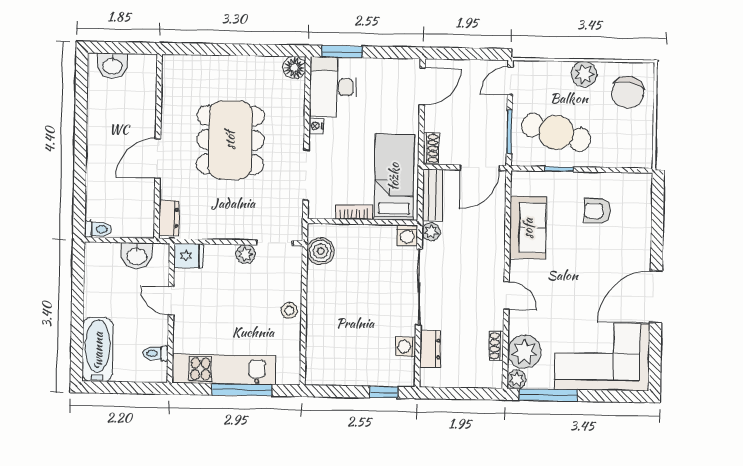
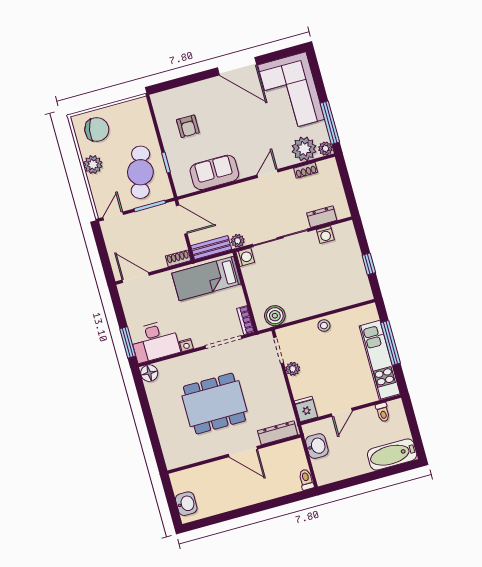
door: (510, 81) -> (113, 216), swing flipped
bookcase: (354, 212) -> (245, 320), moved
dresser: (169, 218) -> (278, 433), width x1.44
window: (384, 392) -> (369, 264), moved

